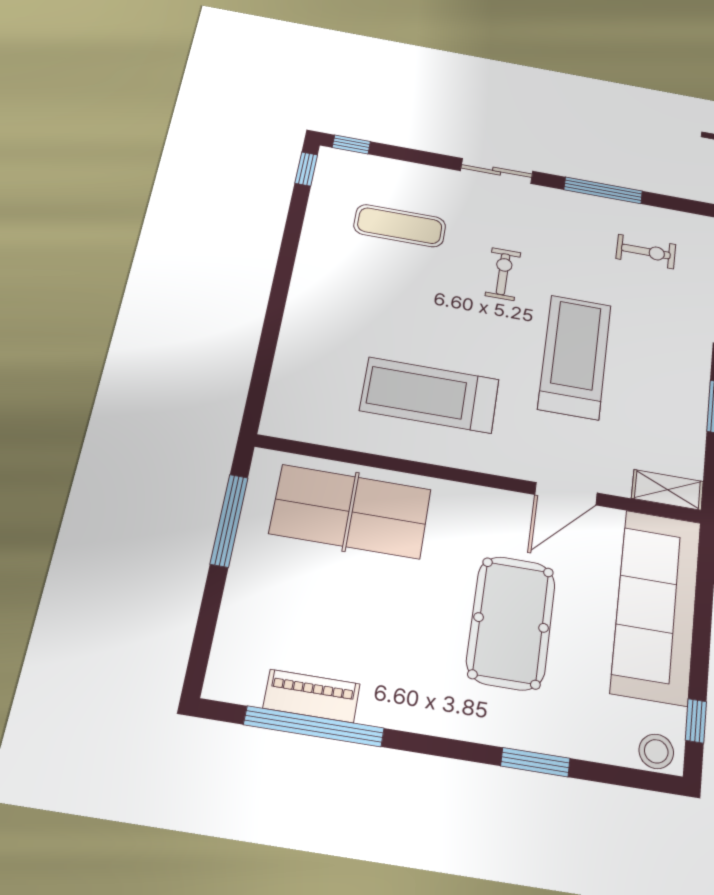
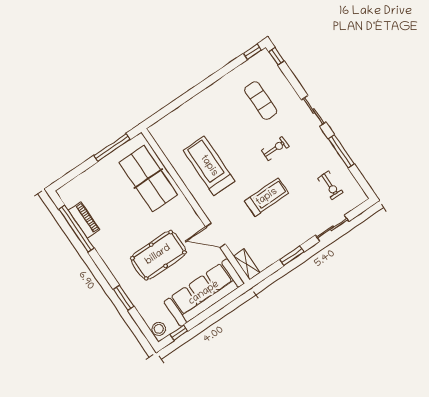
treadmill: (575, 357) -> (267, 197), width x0.73, depth x0.73

